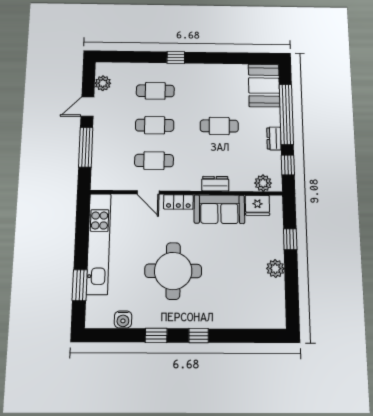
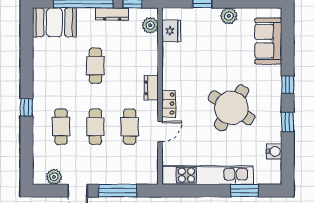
dresser: (274, 138) -> (112, 14), width x1.44
dresser: (215, 184) -> (151, 88), moved
sofa: (219, 209) -> (268, 41), moved, turned 180
round table: (173, 271) -> (231, 108), turned 32

